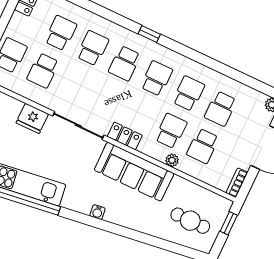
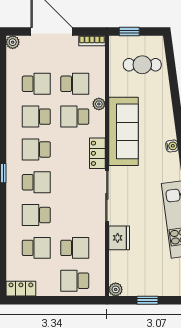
school desk: (61, 33) -> (36, 248), turned 180
cafe table: (190, 221) -> (142, 65), turned 90

